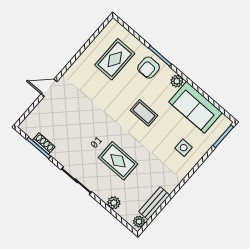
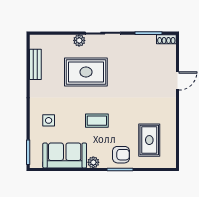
armchair: (149, 68) -> (121, 155), turned 90
shoe rack: (44, 144) -> (166, 39), moved
rug: (118, 161) -> (86, 72), width x1.36, depth x1.43
plant: (114, 203) -> (79, 40), moved
plant: (139, 222) -> (35, 43), removed

